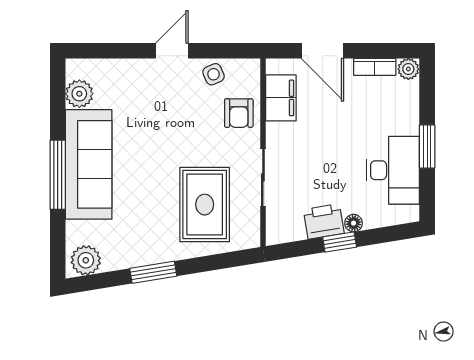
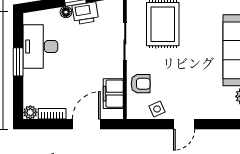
door: (322, 51) -> (86, 124), hinge flipped
armchair: (239, 113) -> (141, 84), turned 90

